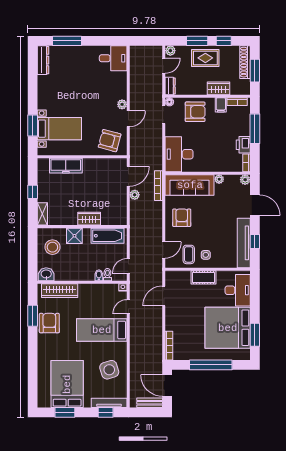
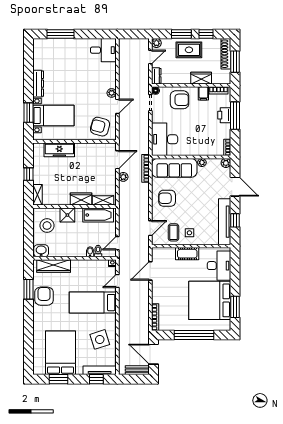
dresser: (43, 60) -> (38, 84), moved
printer: (243, 145) -> (224, 115), moved
armchair: (182, 218) -> (167, 198), turned -90
shelving: (113, 220) -> (103, 200), added

